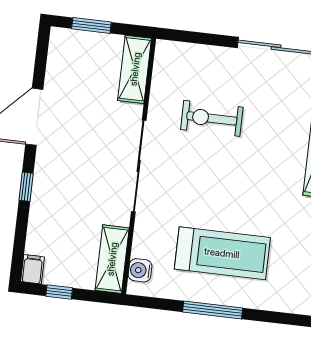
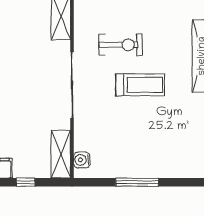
exercise bike: (212, 118) -> (120, 45), turned 180
treadmill: (222, 253) -> (140, 85), moved, width x0.73, depth x0.73

